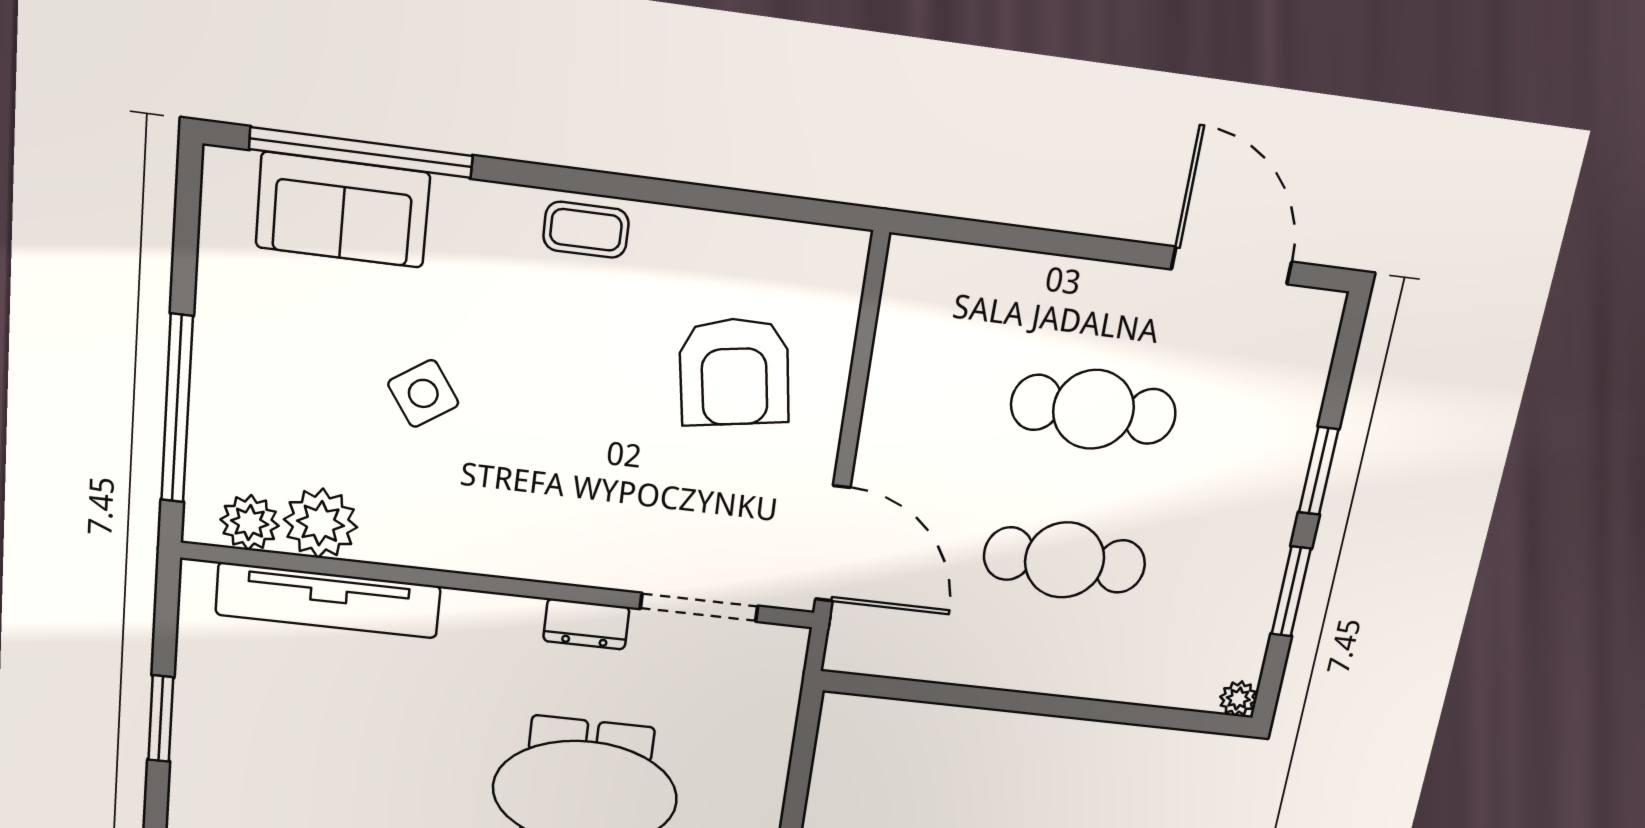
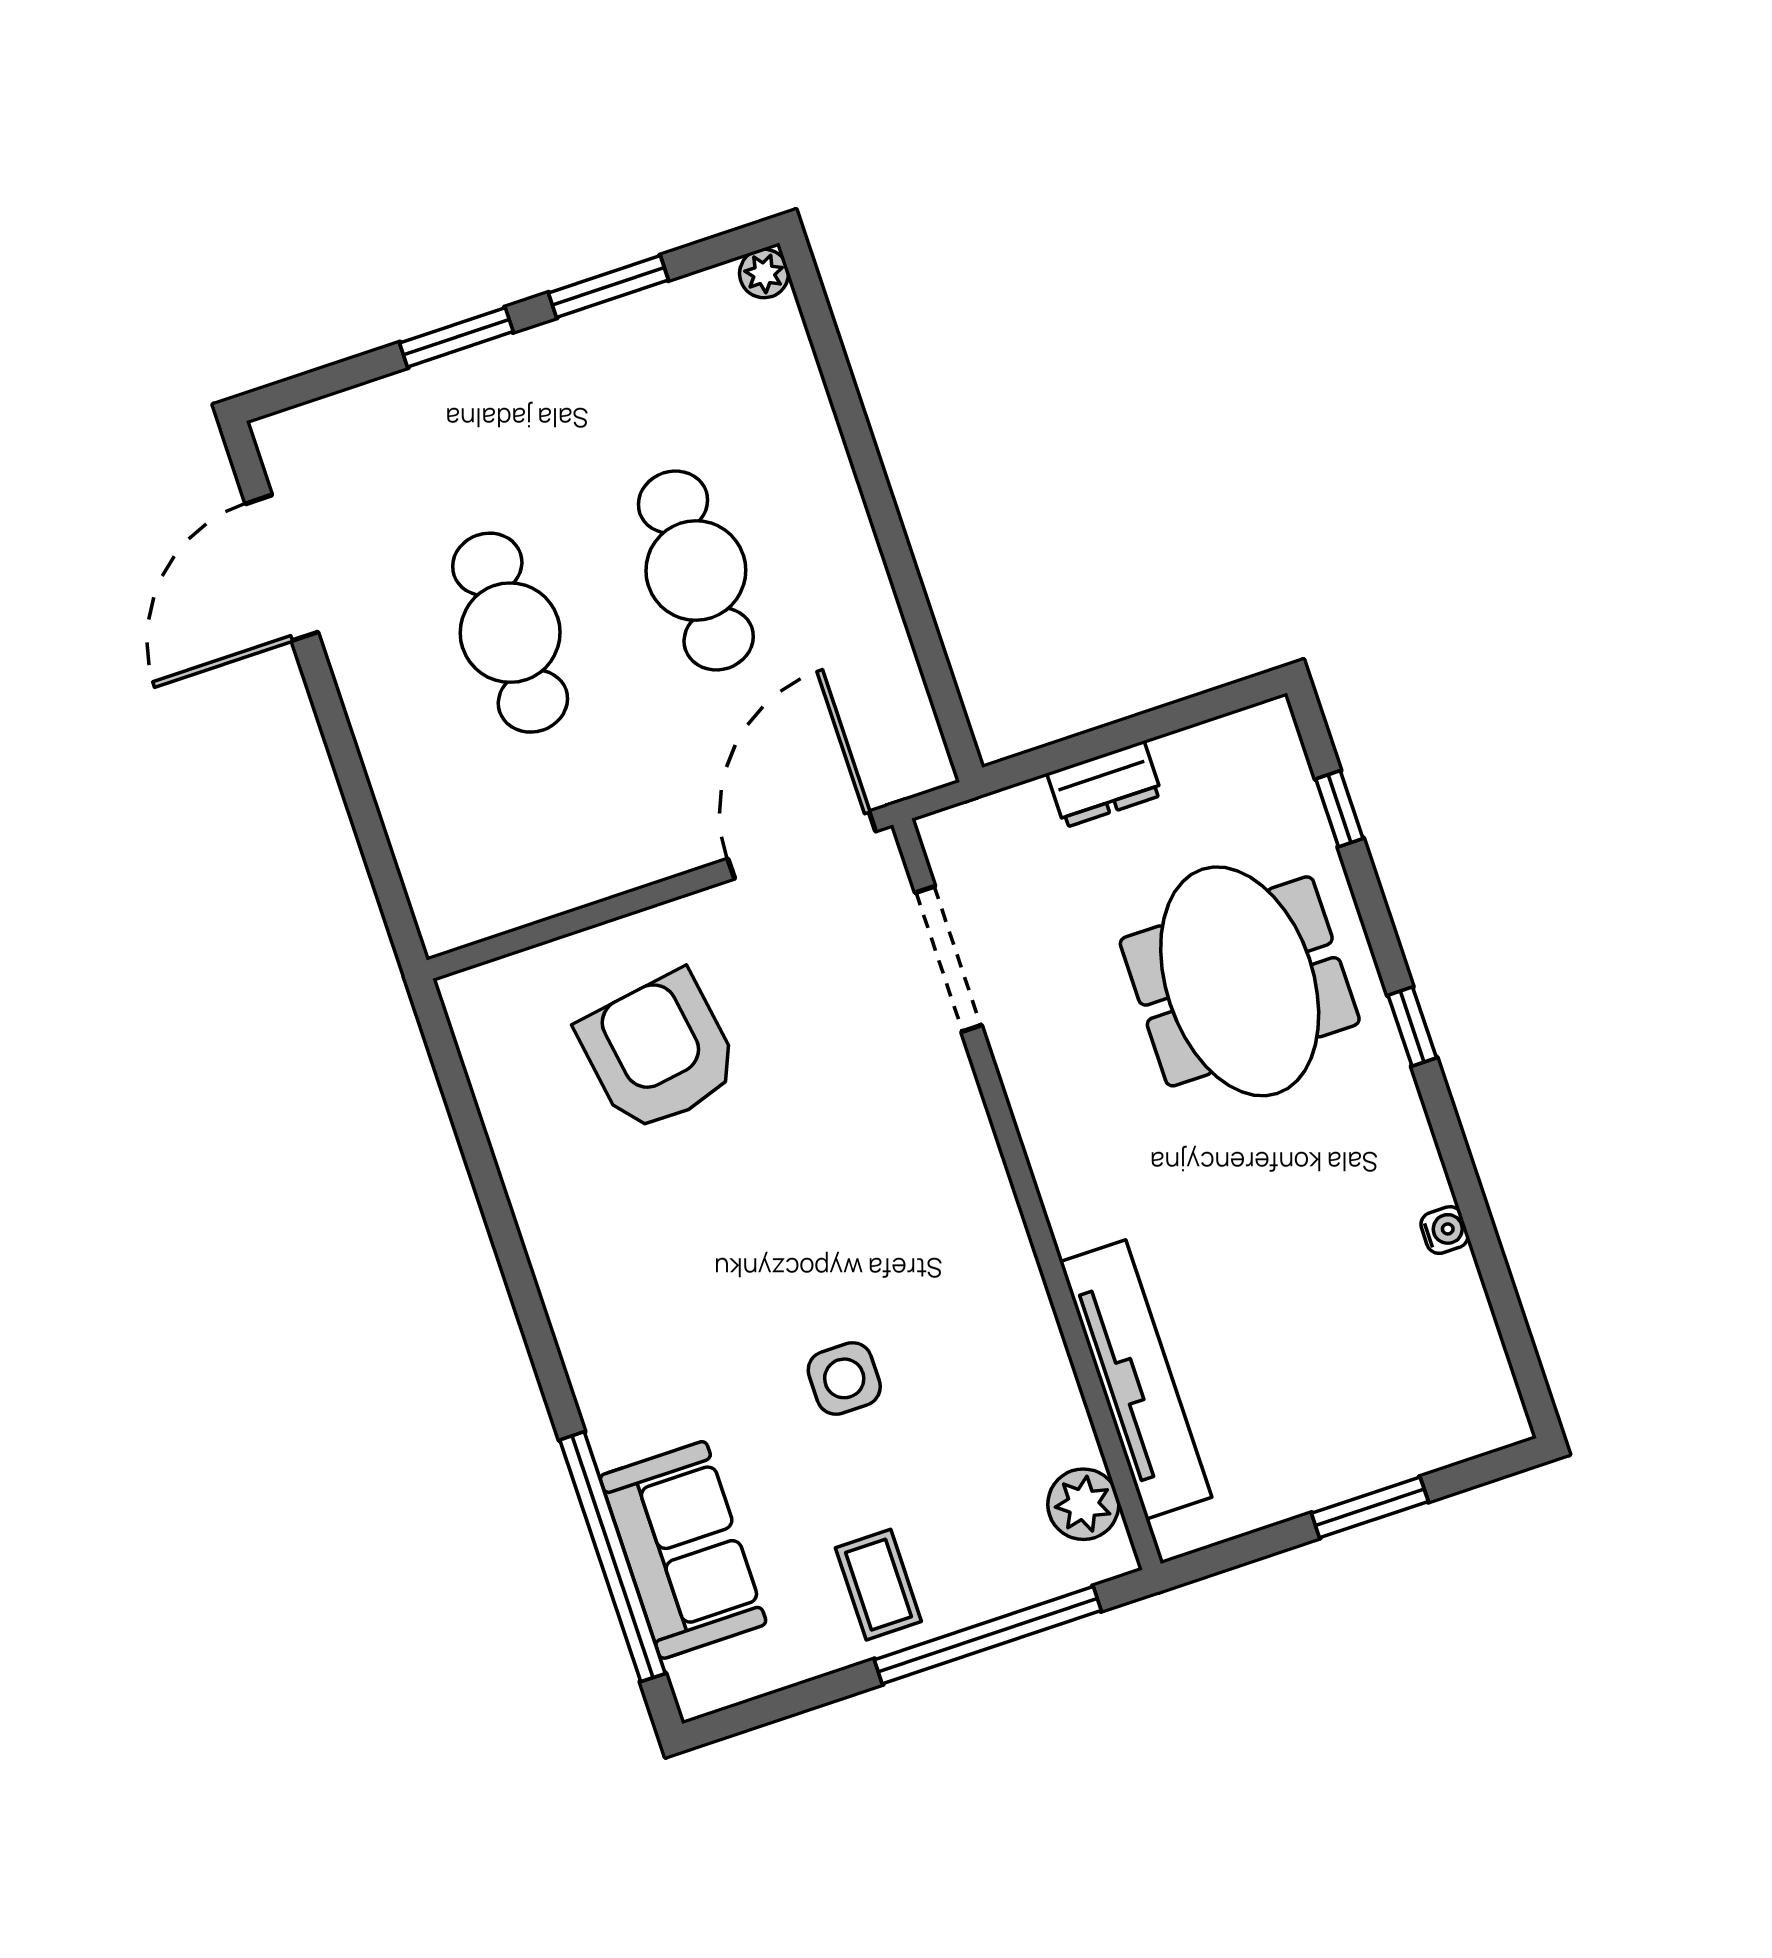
coffee table: (586, 230) -> (878, 1585), moved
armchair: (734, 372) -> (659, 1052), turned -90
side table: (423, 393) -> (844, 1378), turned 34
plant: (321, 523) -> (1047, 1426), removed
dresser: (586, 624) -> (1104, 784), moved, turned 90

